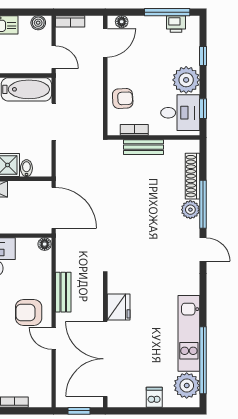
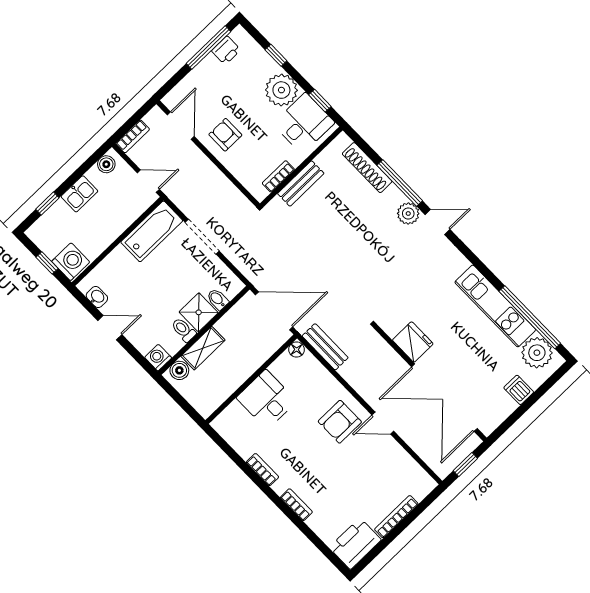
floor lamp: (122, 22) -> (177, 94), removed
armchair: (123, 98) -> (225, 135), moved, turned -87
plant: (190, 210) -> (408, 214), moved
bench: (63, 292) -> (325, 347), moved

